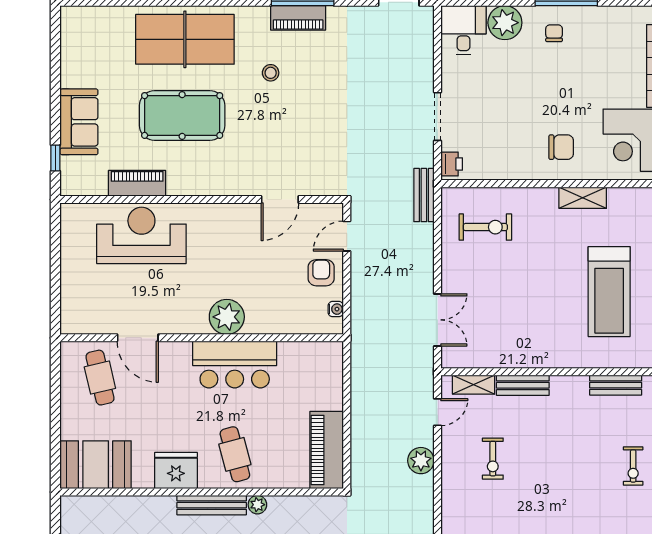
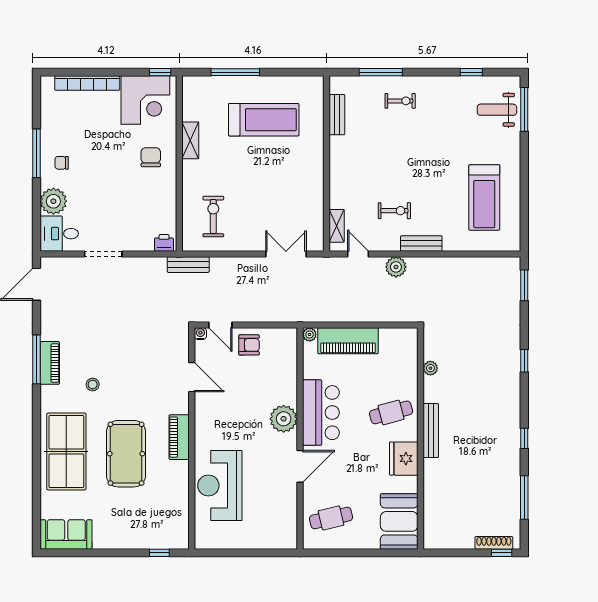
doorway: (437, 116) -> (103, 254), moved
sofa: (79, 122) -> (66, 534), moved
piano: (137, 183) -> (179, 437), moved
armchair: (321, 273) -> (249, 345), turned 180
water cooler: (336, 309) -> (200, 334), moved
door: (138, 338) -> (300, 466), moved
plant: (335, 350) -> (310, 335), added
bench: (523, 385) -> (421, 243), moved, turned 90
piano: (327, 450) -> (348, 341), moved
plant: (257, 505) -> (430, 368), moved

